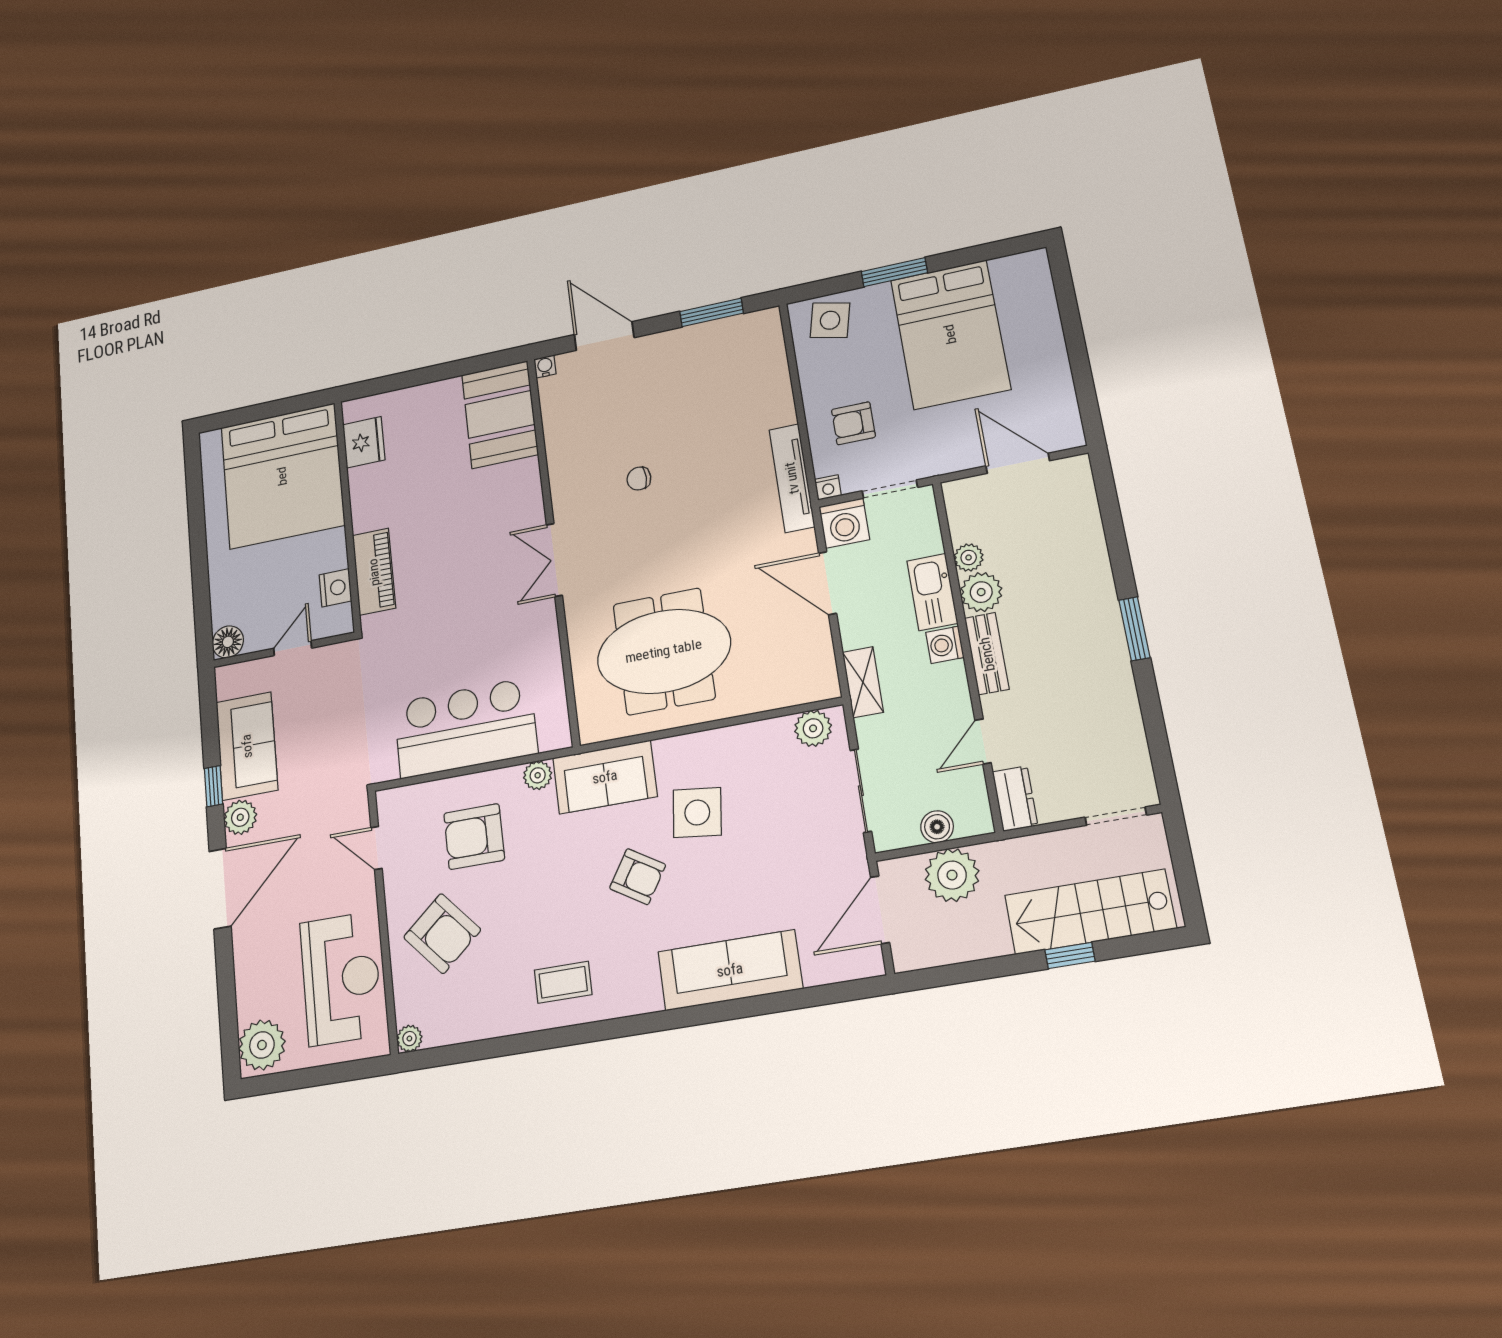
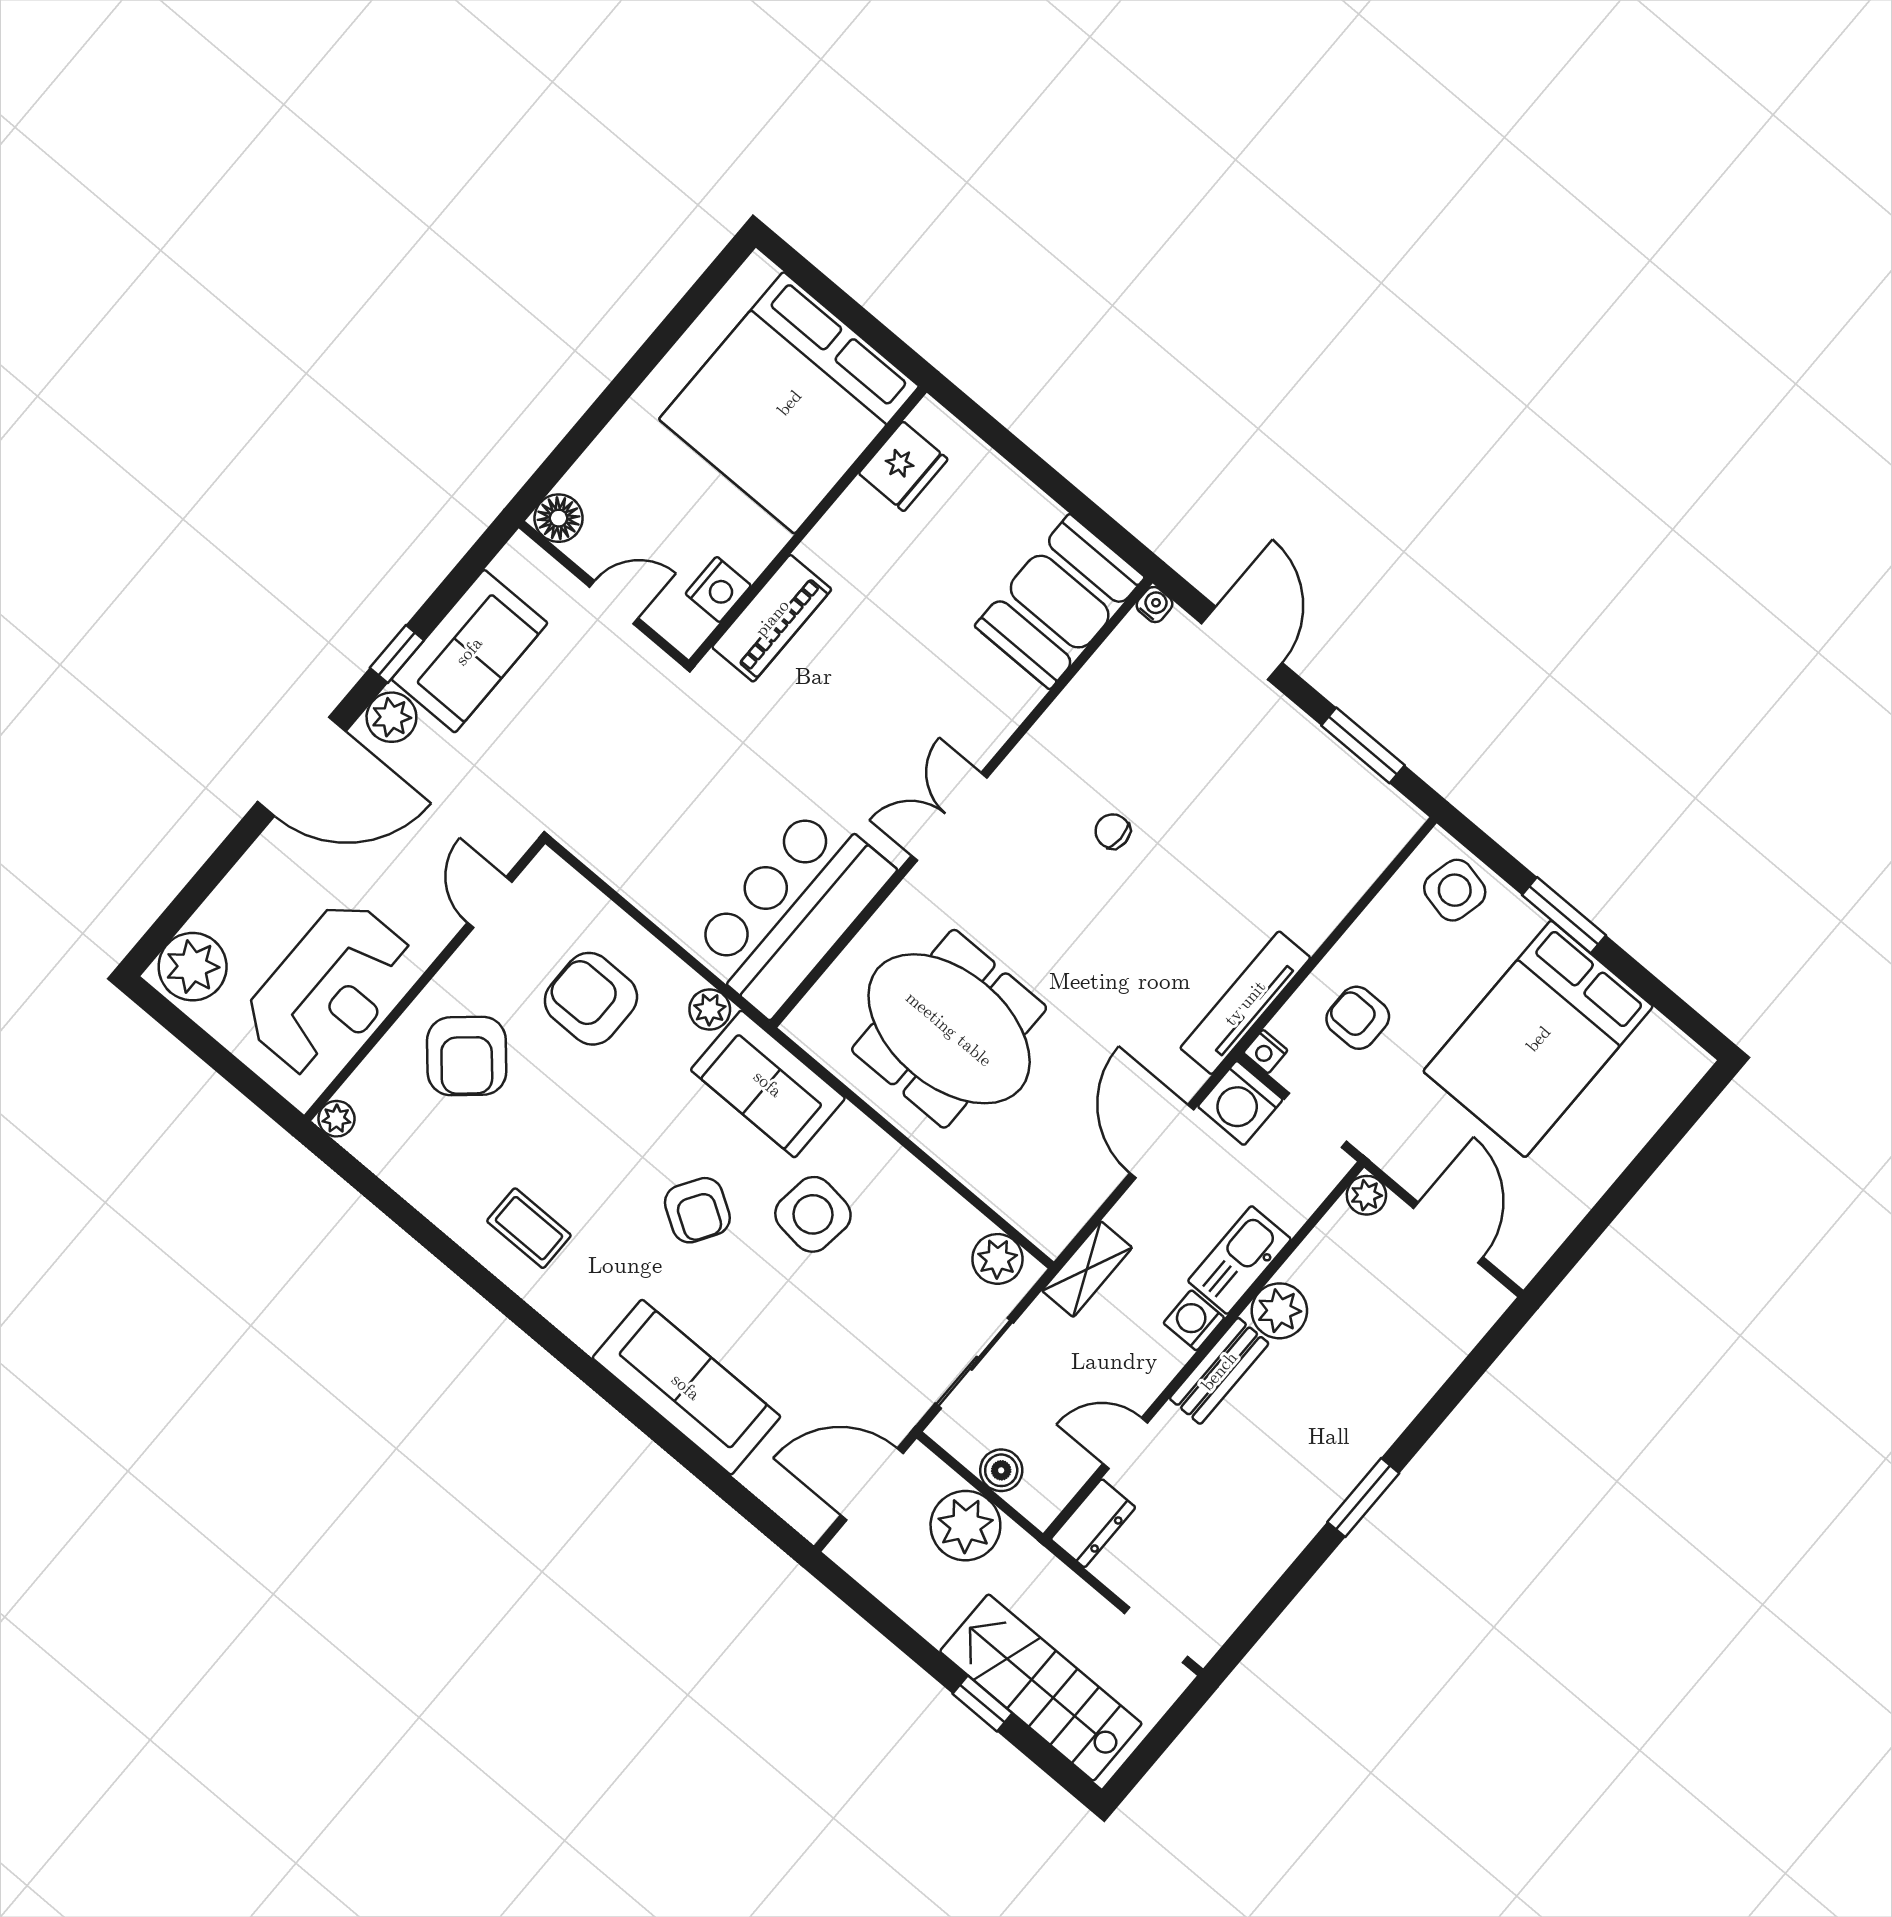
plant: (969, 557) -> (1366, 1195), moved
bar counter: (465, 728) -> (792, 910), moved, turned -90

